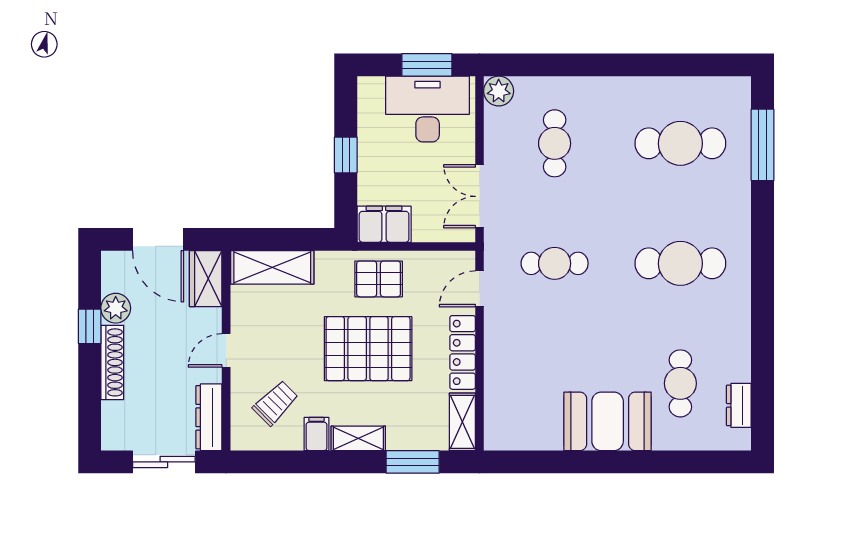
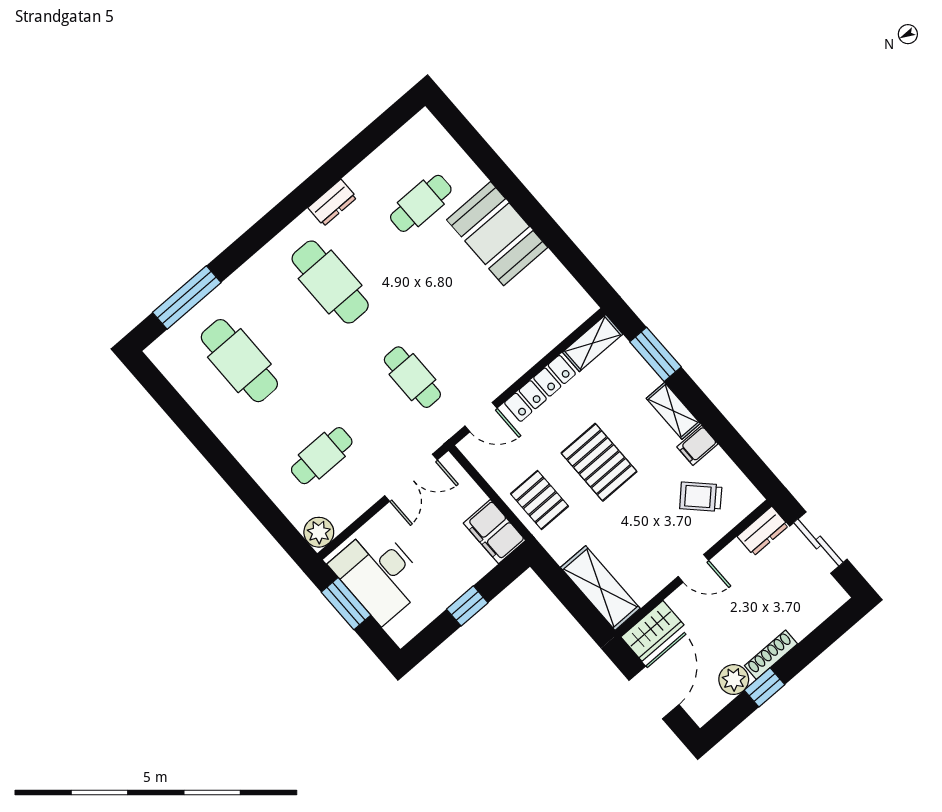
pallet: (368, 349) -> (599, 462), width x0.73, depth x0.71
shoe rack: (112, 362) -> (771, 655), width x0.74, depth x0.81
dresser: (739, 405) -> (332, 203), moved
dresser: (209, 417) -> (763, 531), width x0.70

